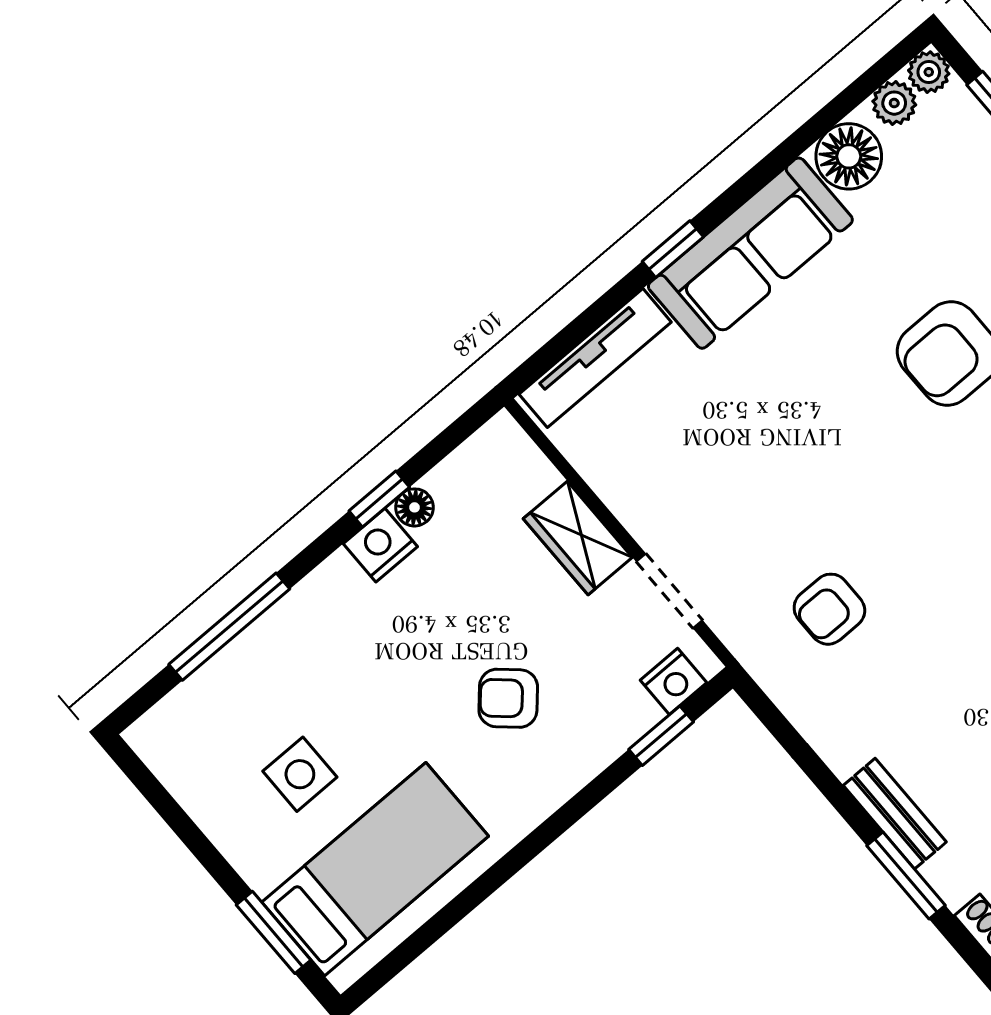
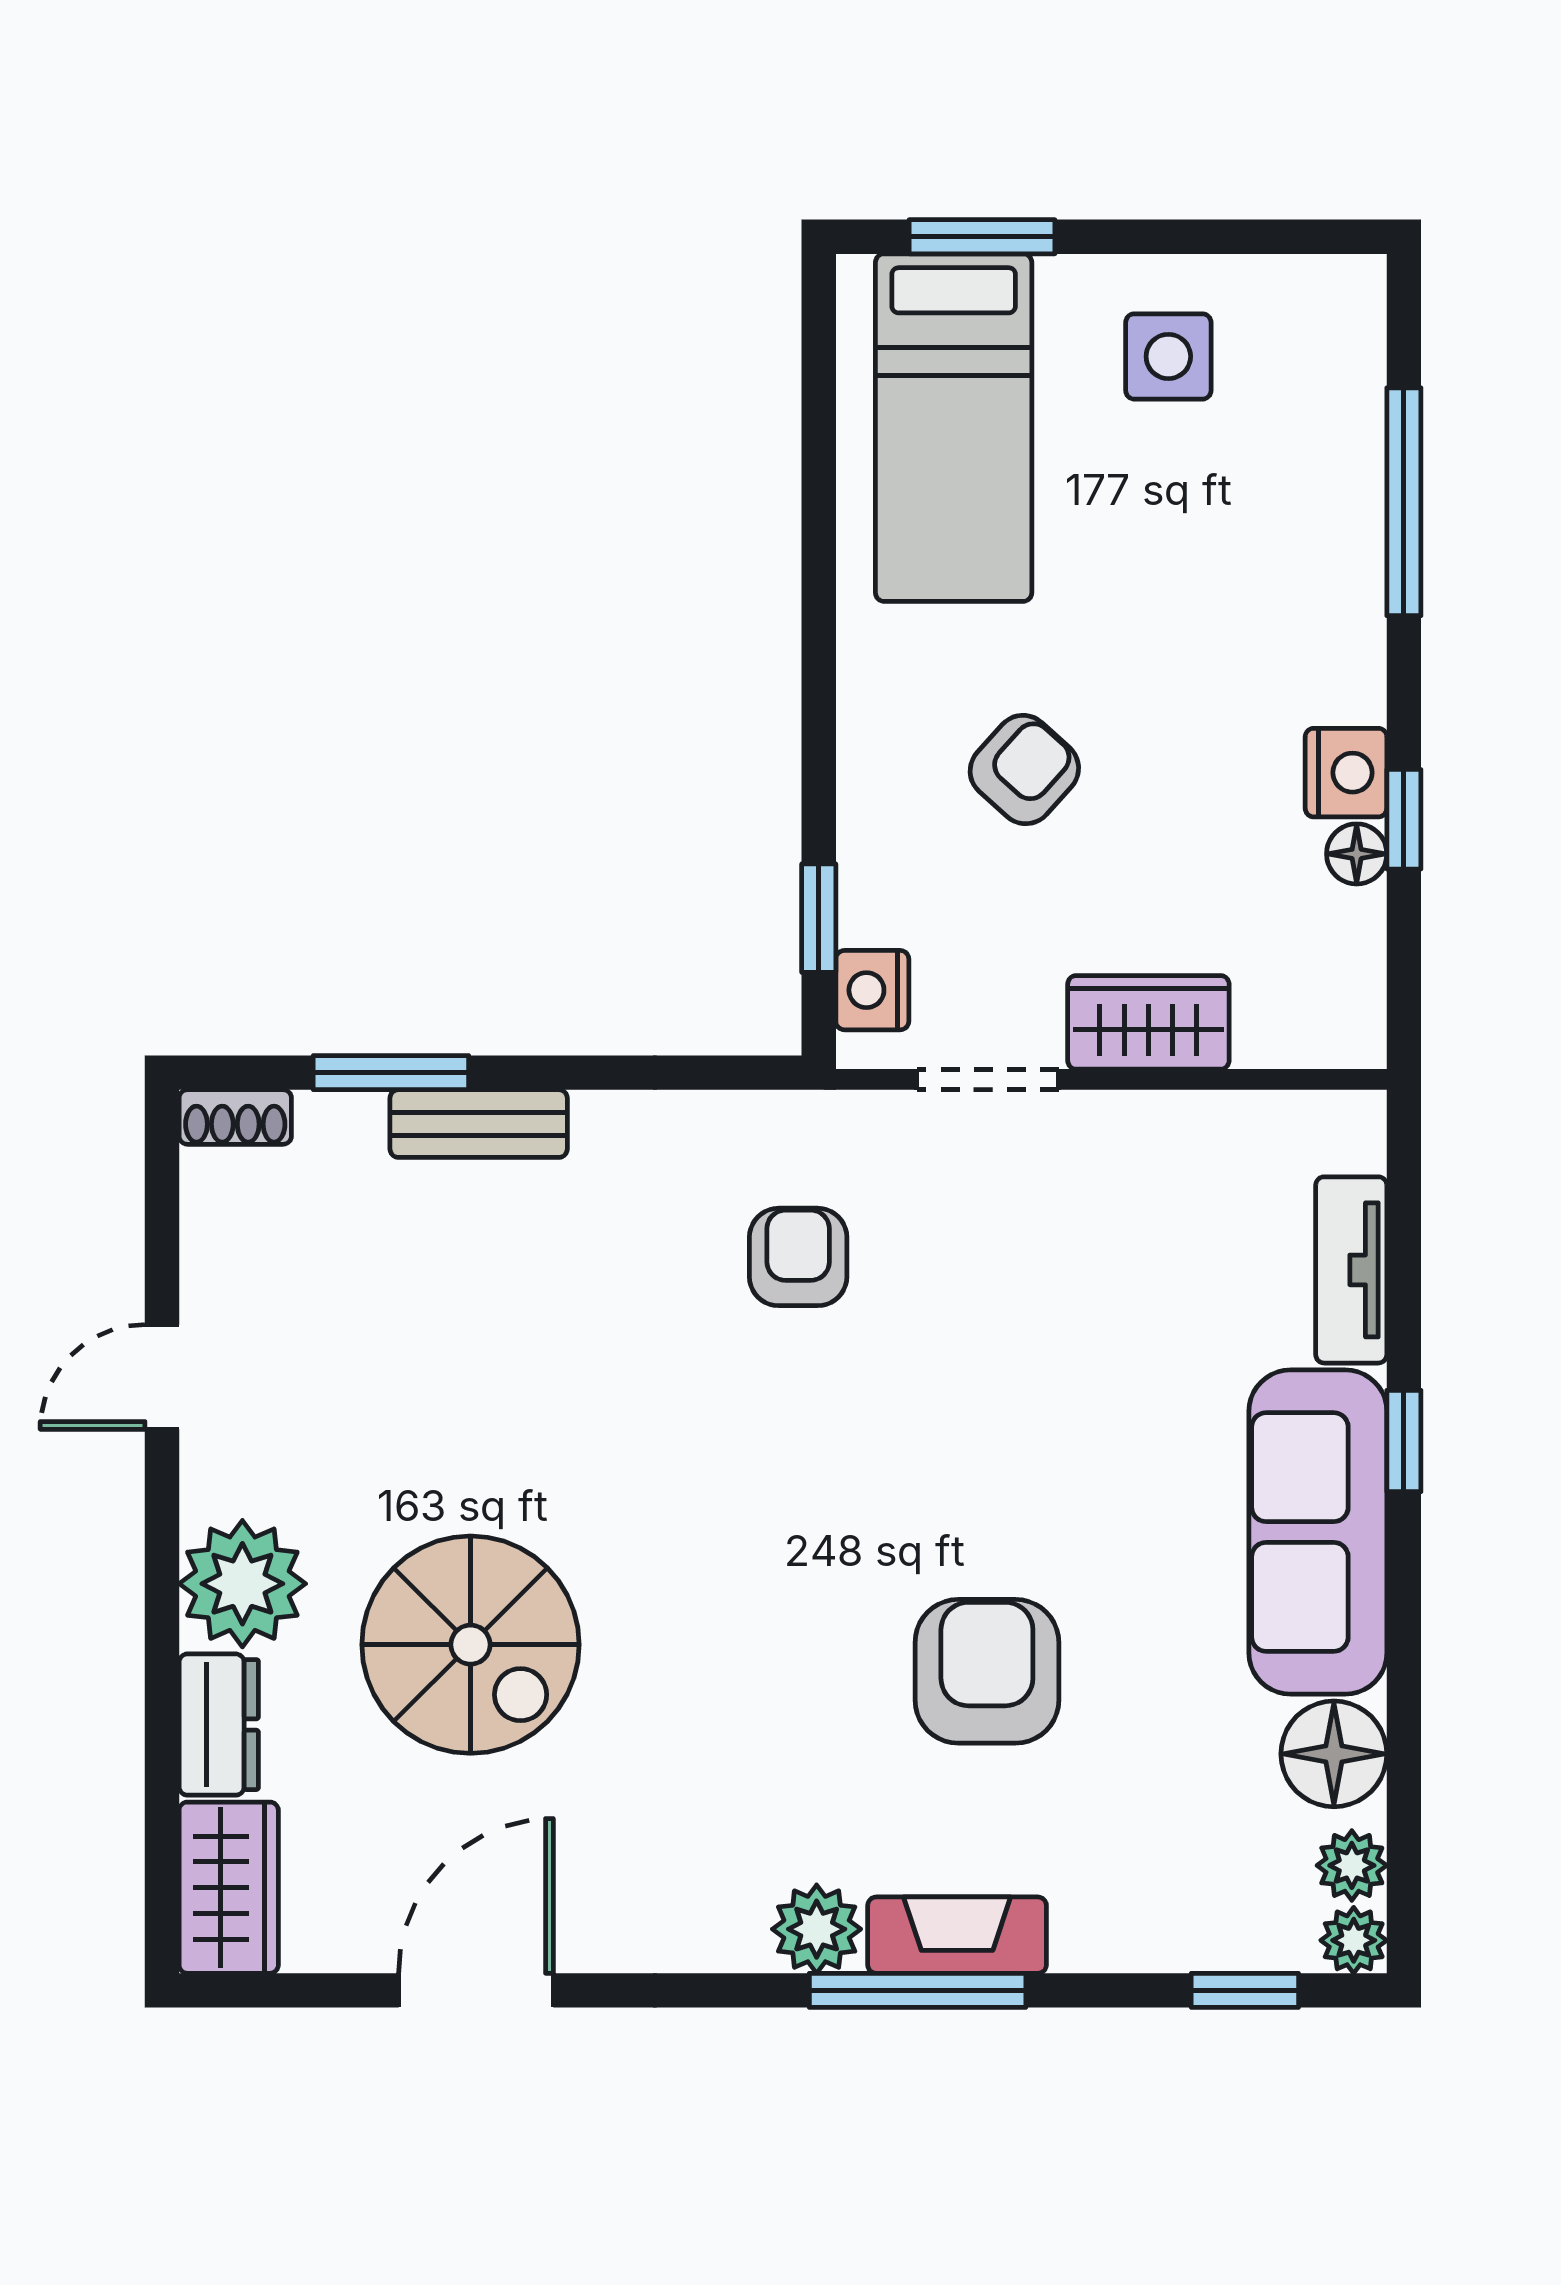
tv unit: (595, 358) -> (1351, 1270), width x0.71
side table: (300, 774) -> (1168, 356), moved

